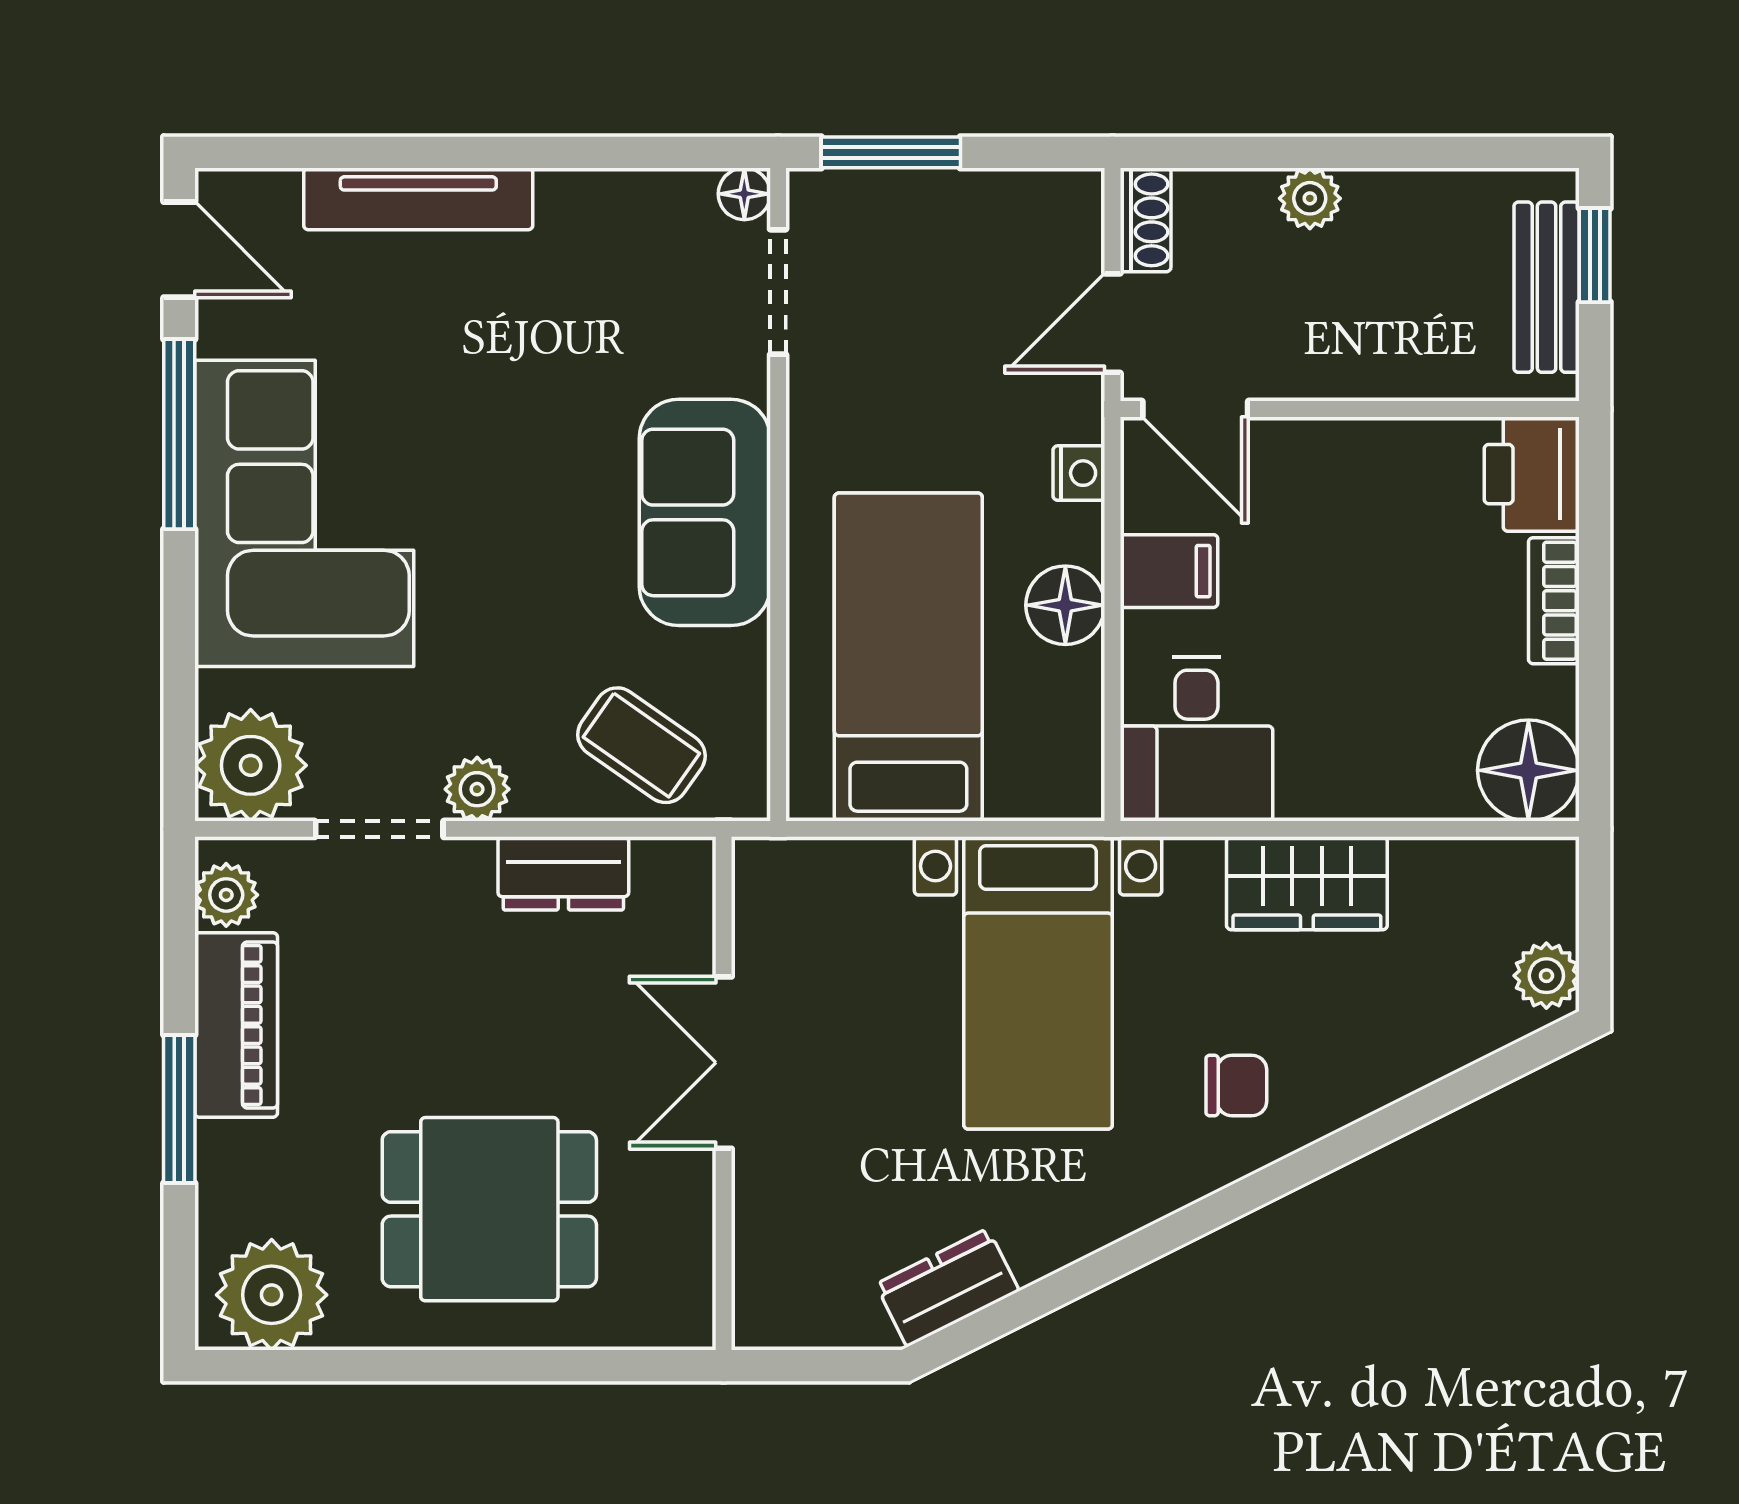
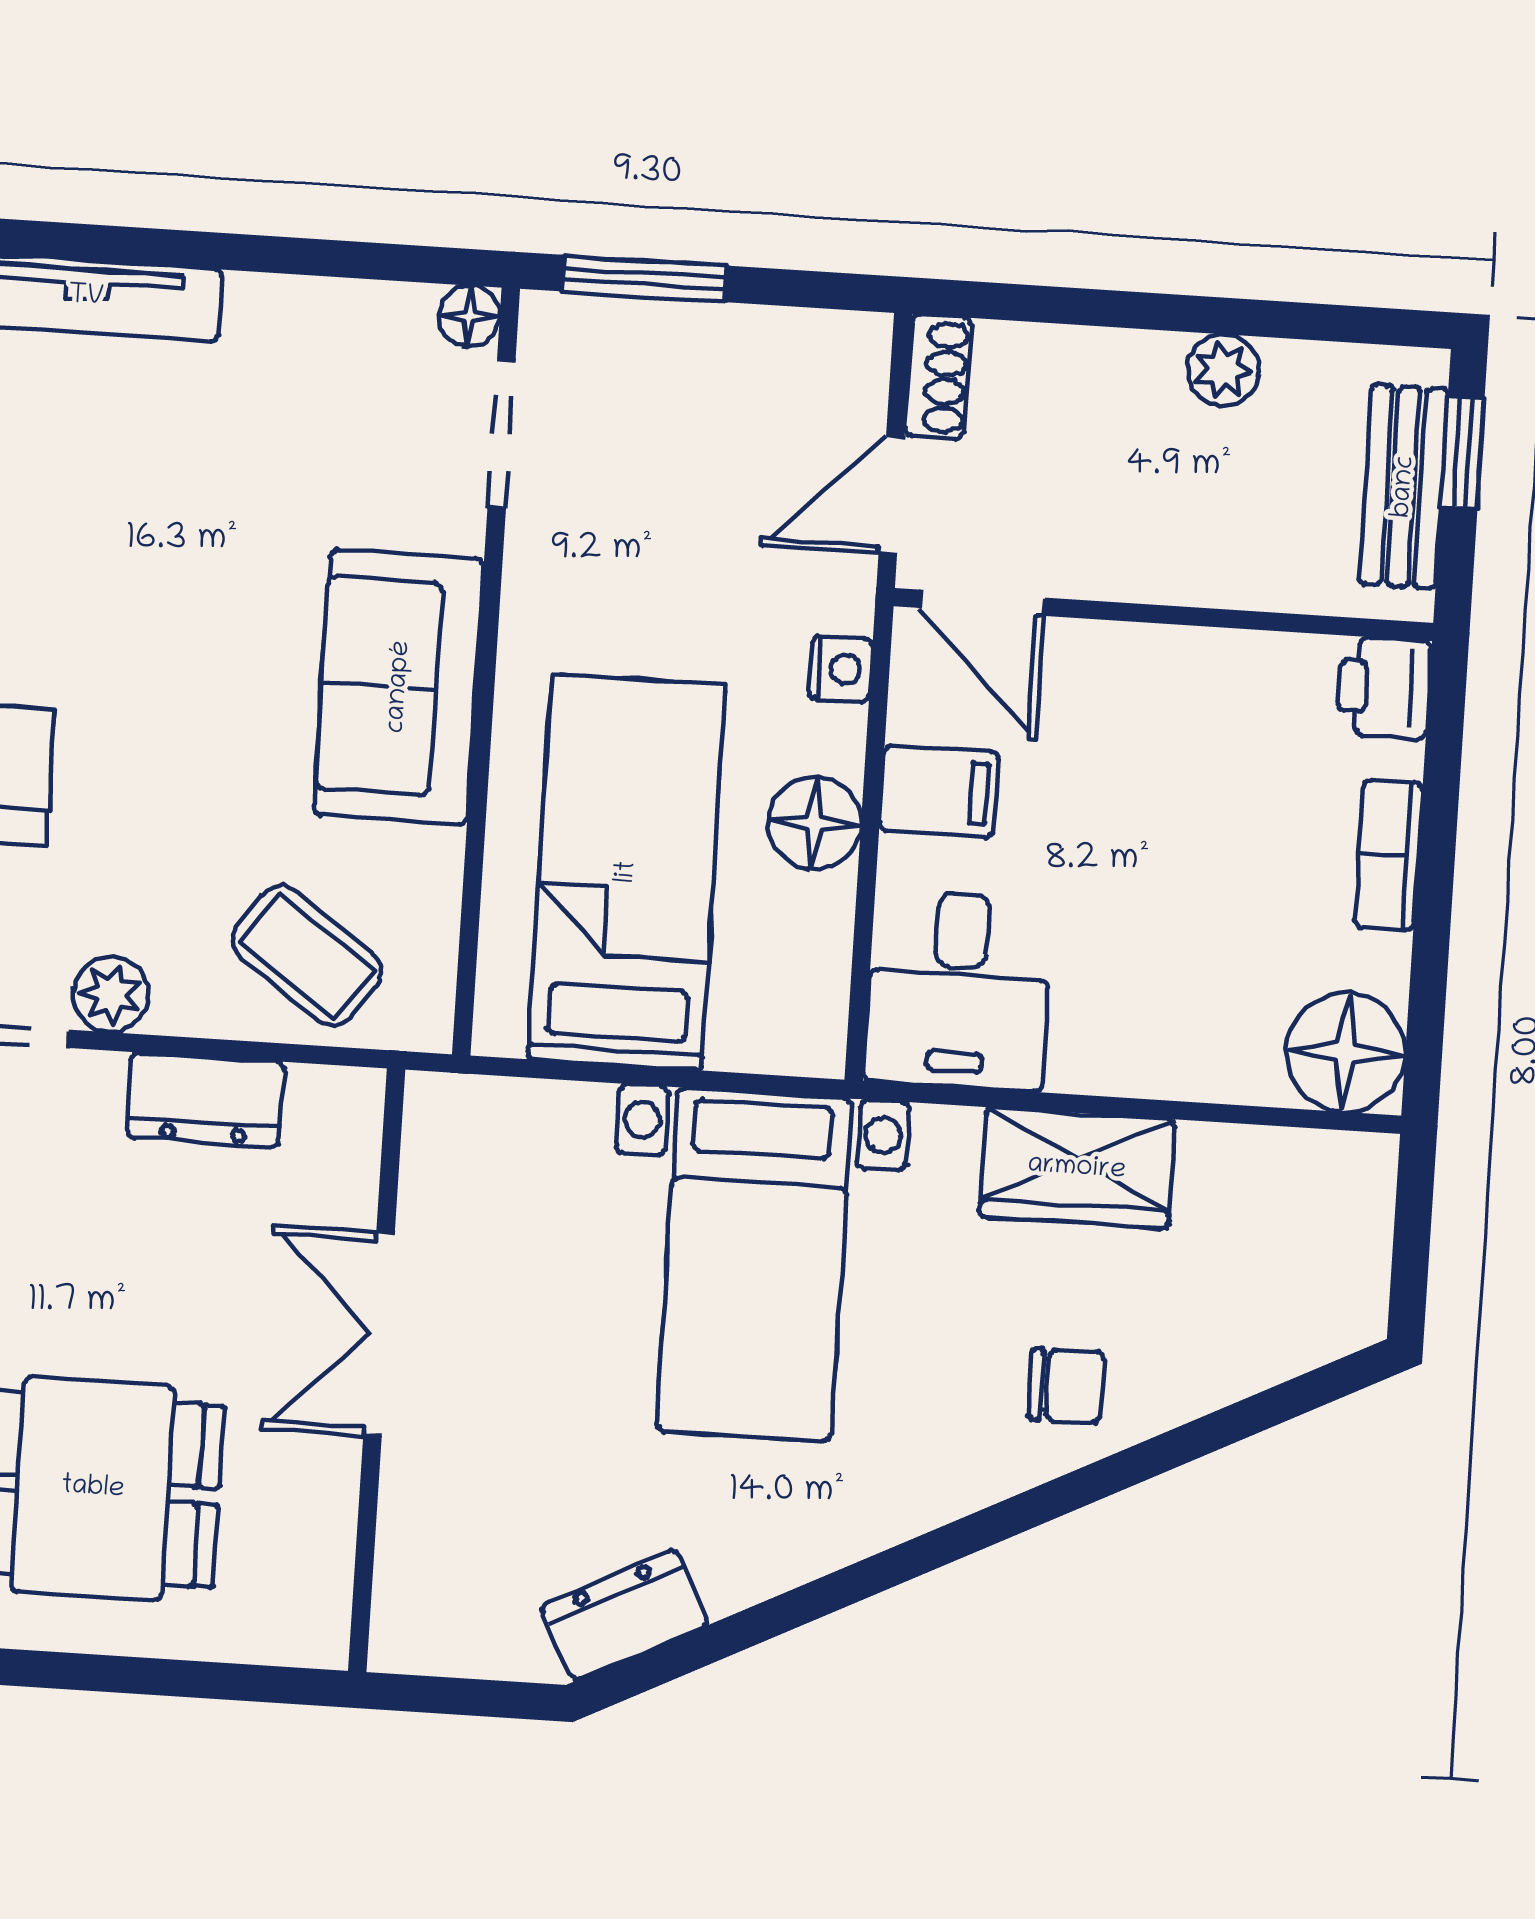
plant: (1310, 198) -> (1223, 370), moved
printer: (1532, 474) -> (1384, 688), width x0.73, depth x0.81
plant: (1546, 976) -> (1351, 1295), removed
chair: (1236, 1085) -> (1066, 1386), moved

